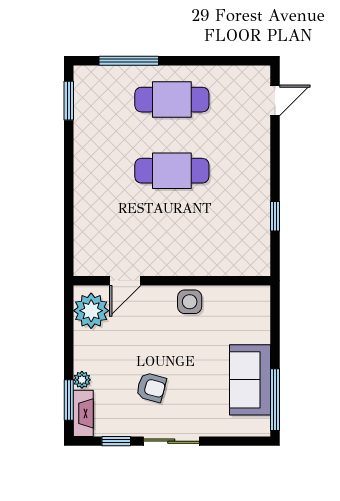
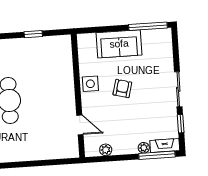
plant: (91, 311) -> (106, 150), width x0.53, depth x0.53
sofa: (250, 380) -> (119, 44), moved
armchair: (151, 387) -> (122, 88), moved
window: (69, 400) -> (157, 155), width x1.44

